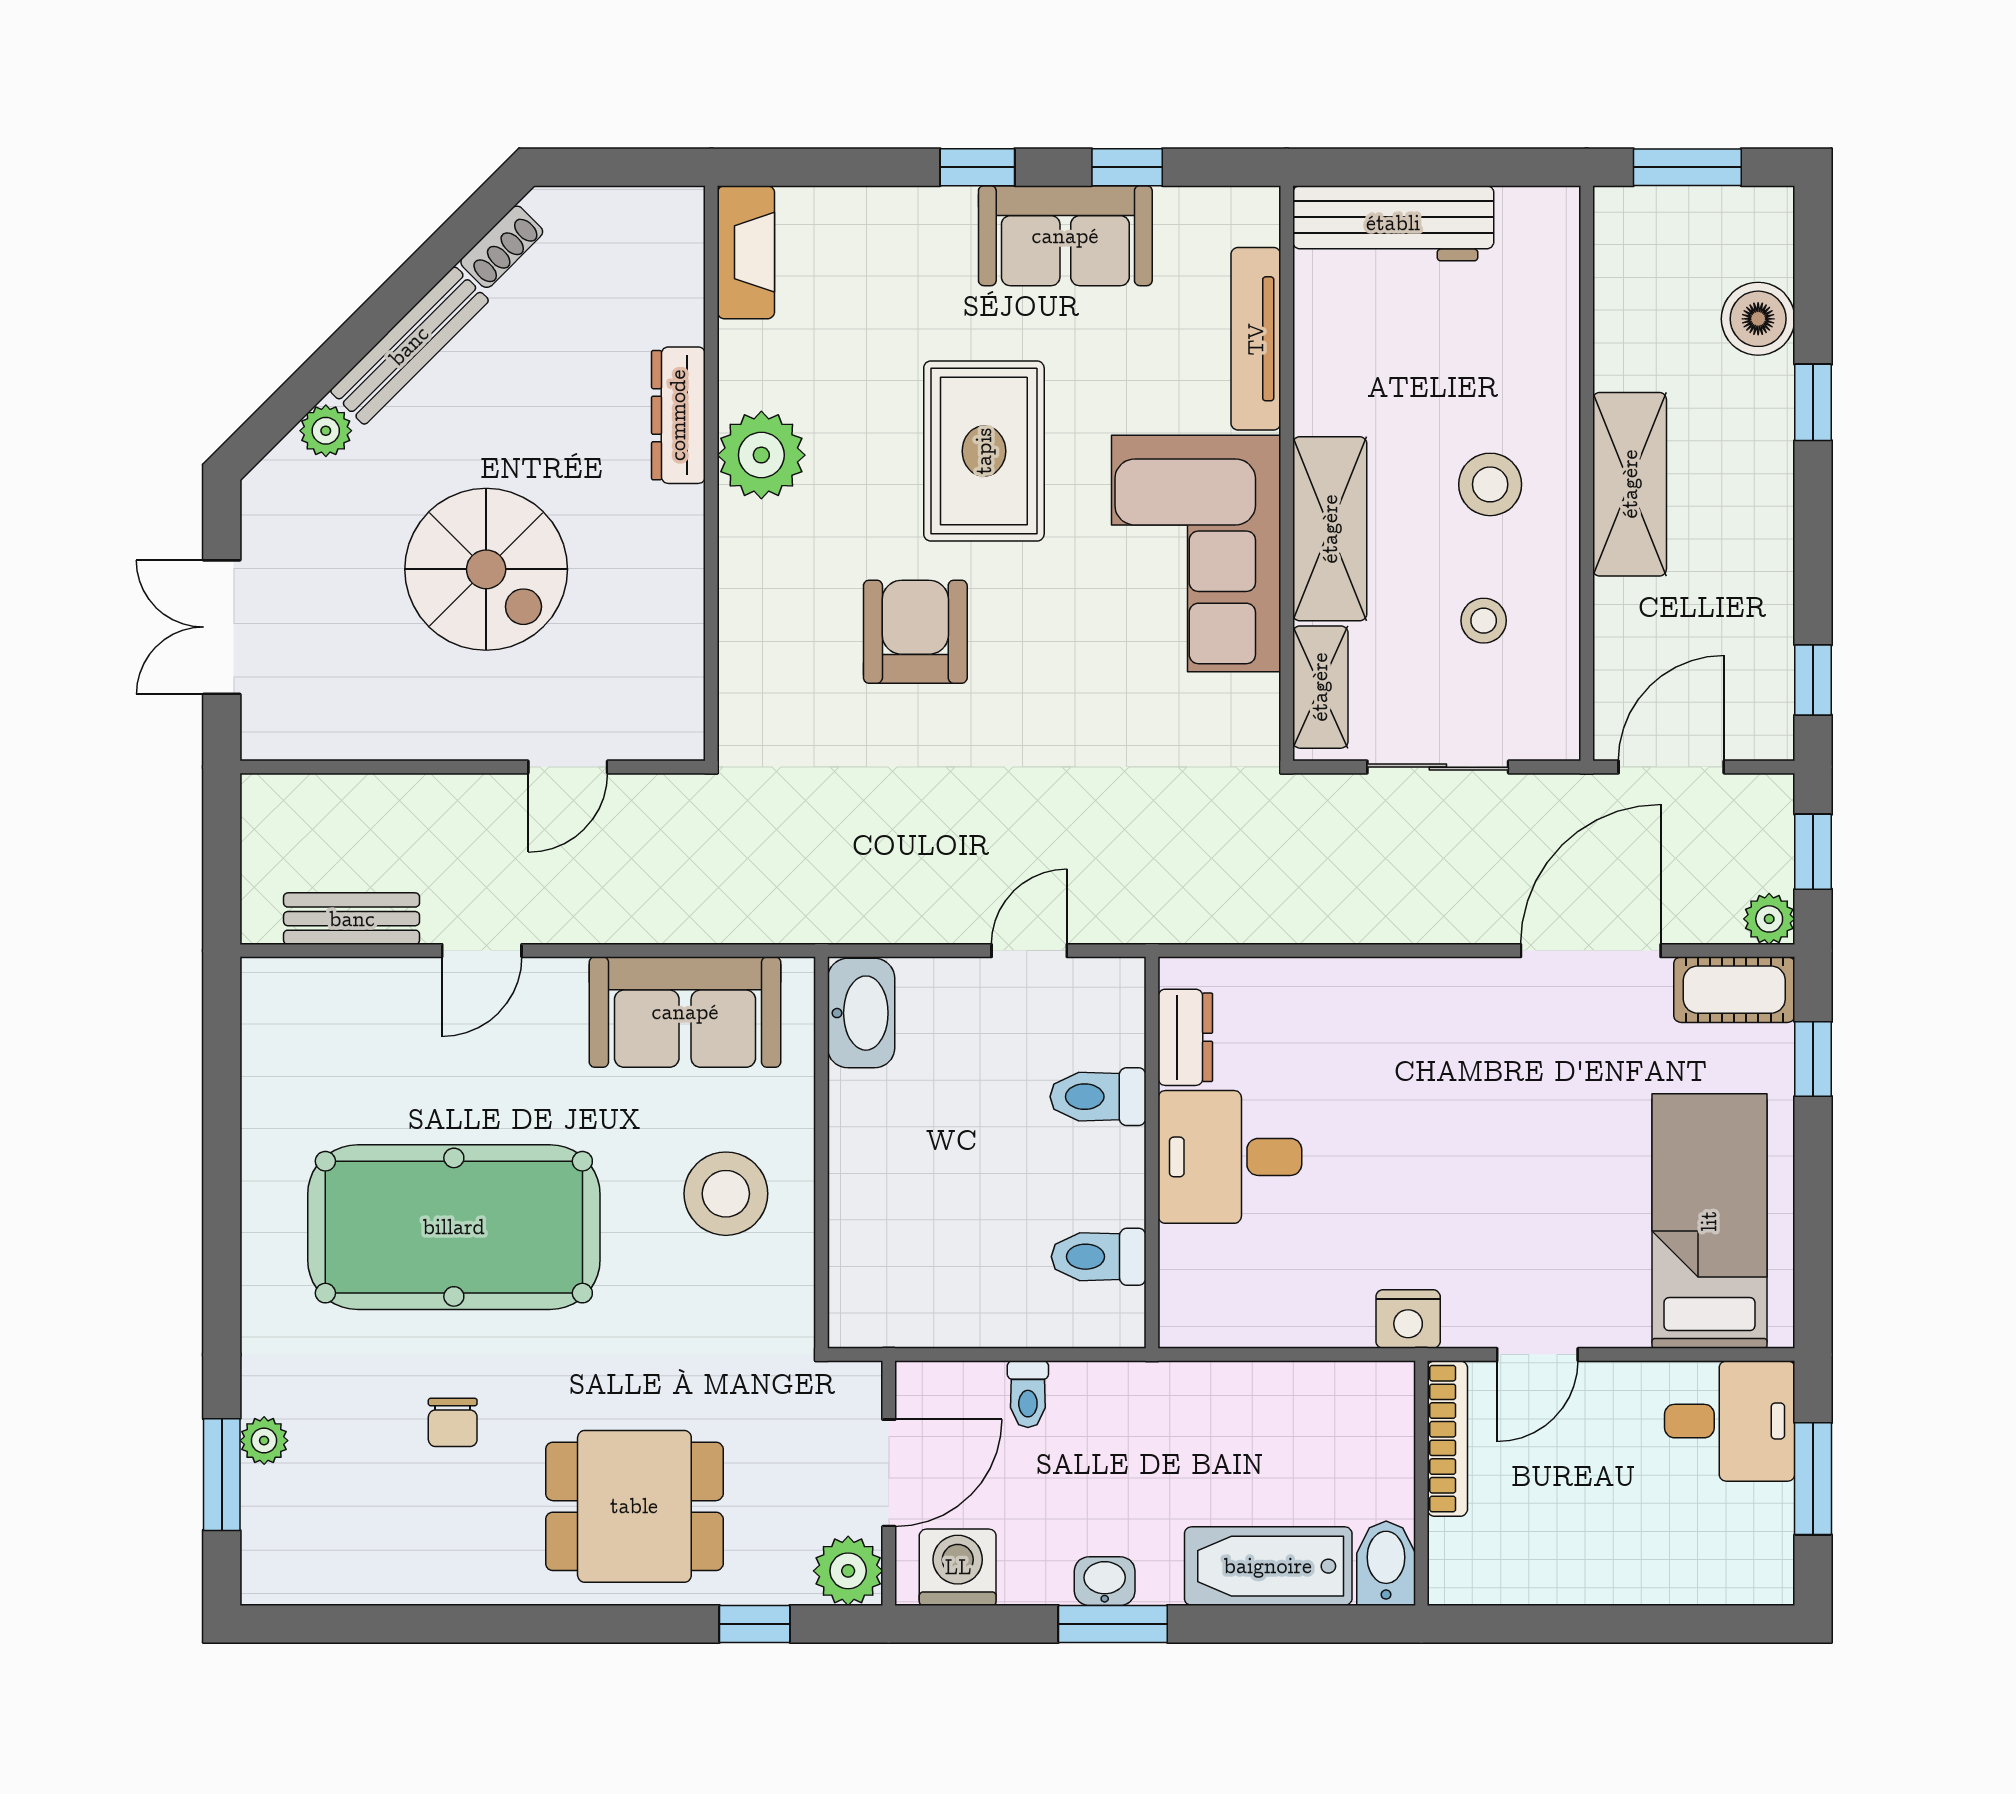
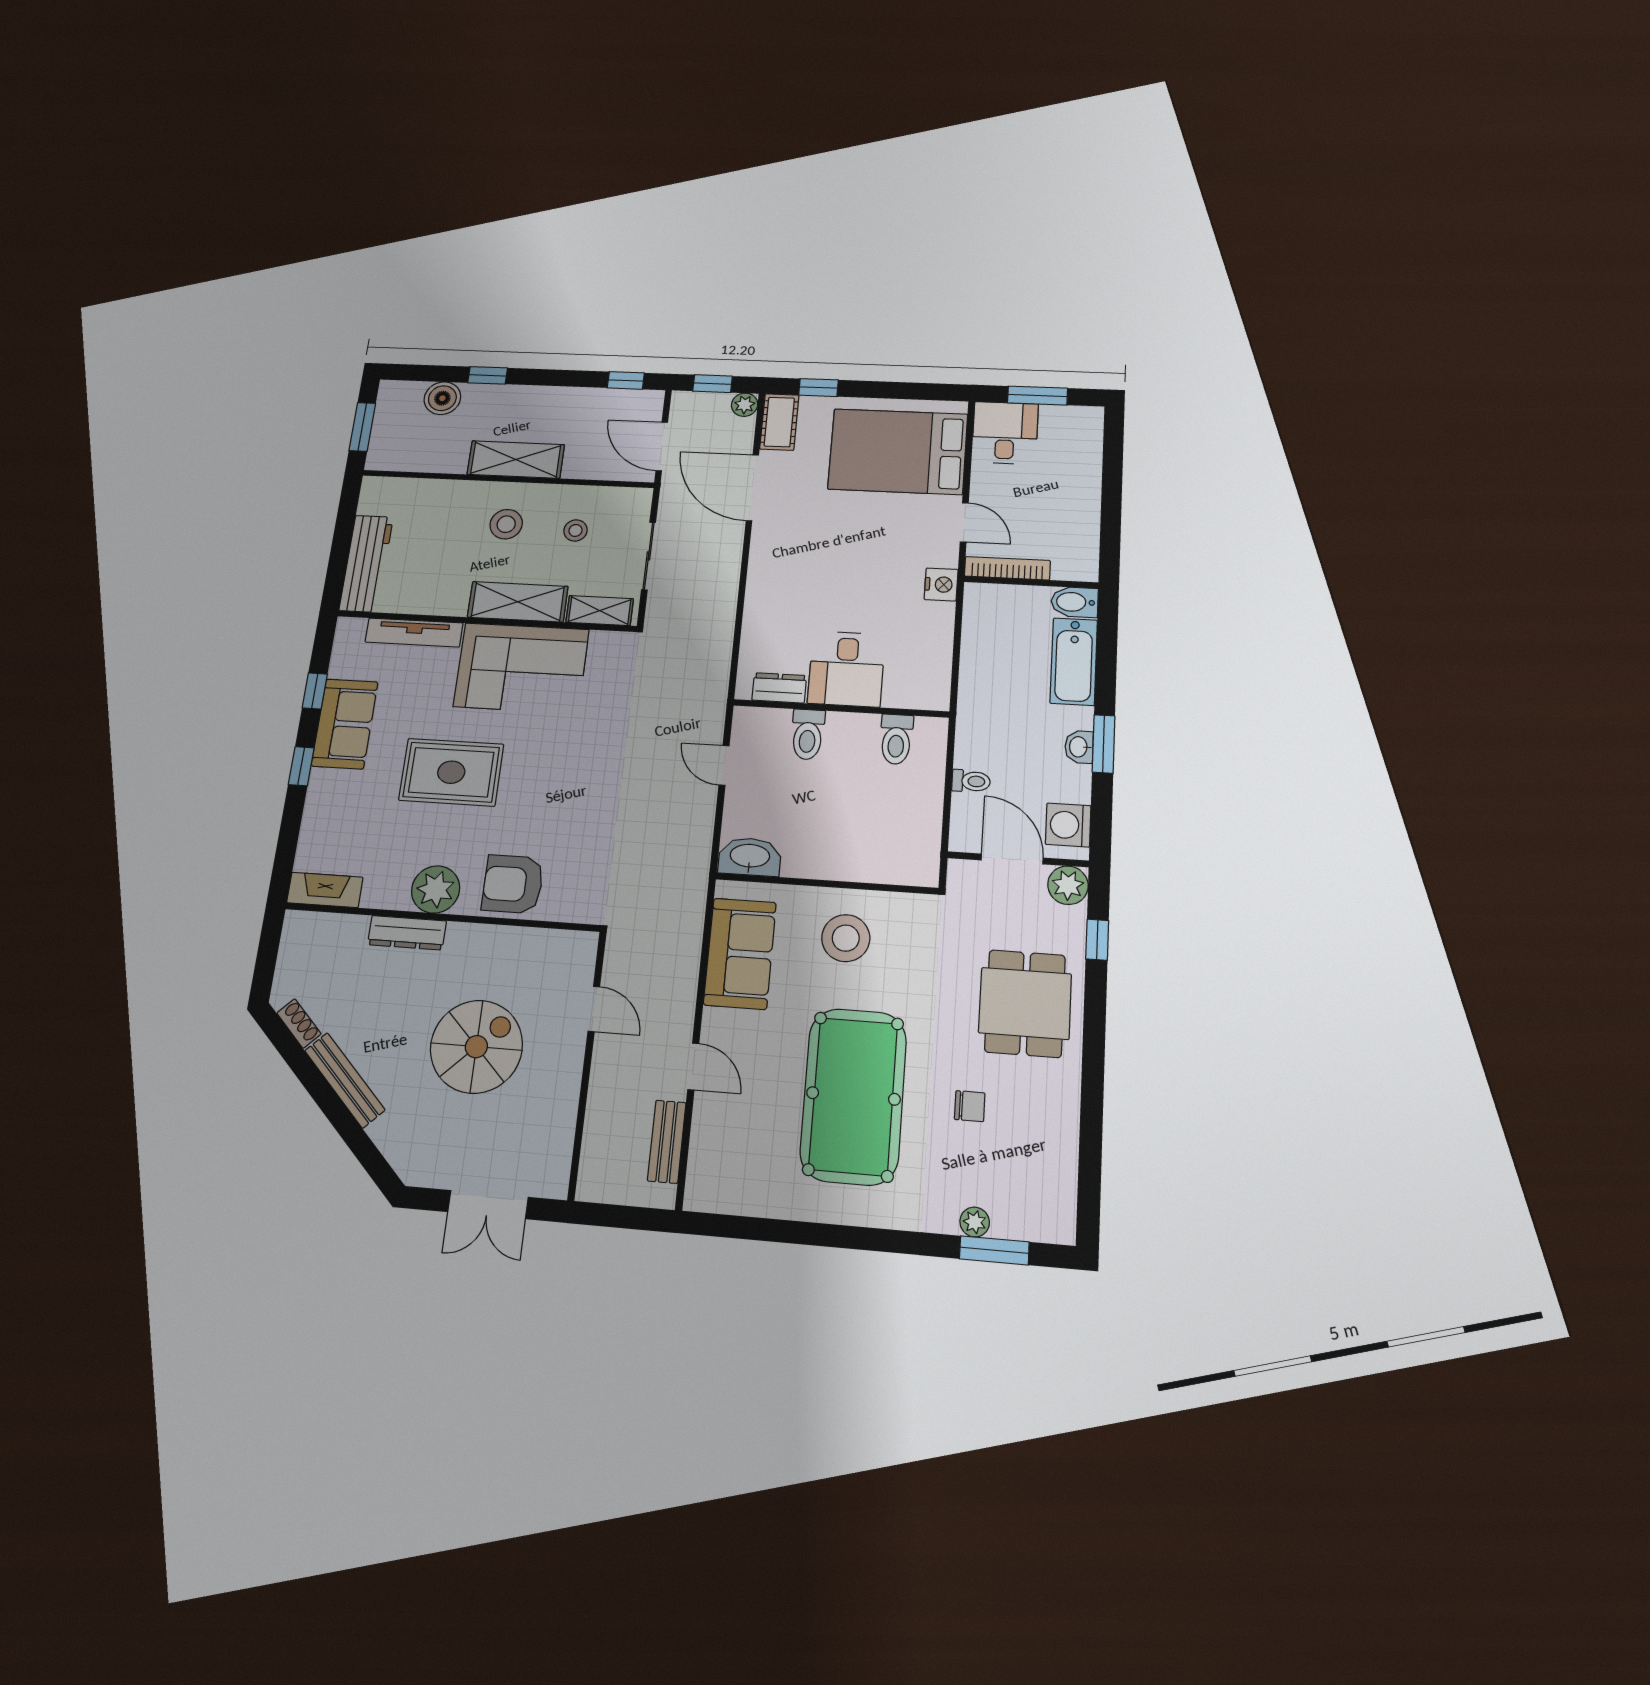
plant: (326, 431) -> (385, 1133), removed
armchair: (915, 632) -> (513, 884), moved
bed: (1709, 1221) -> (898, 452), width x1.50

